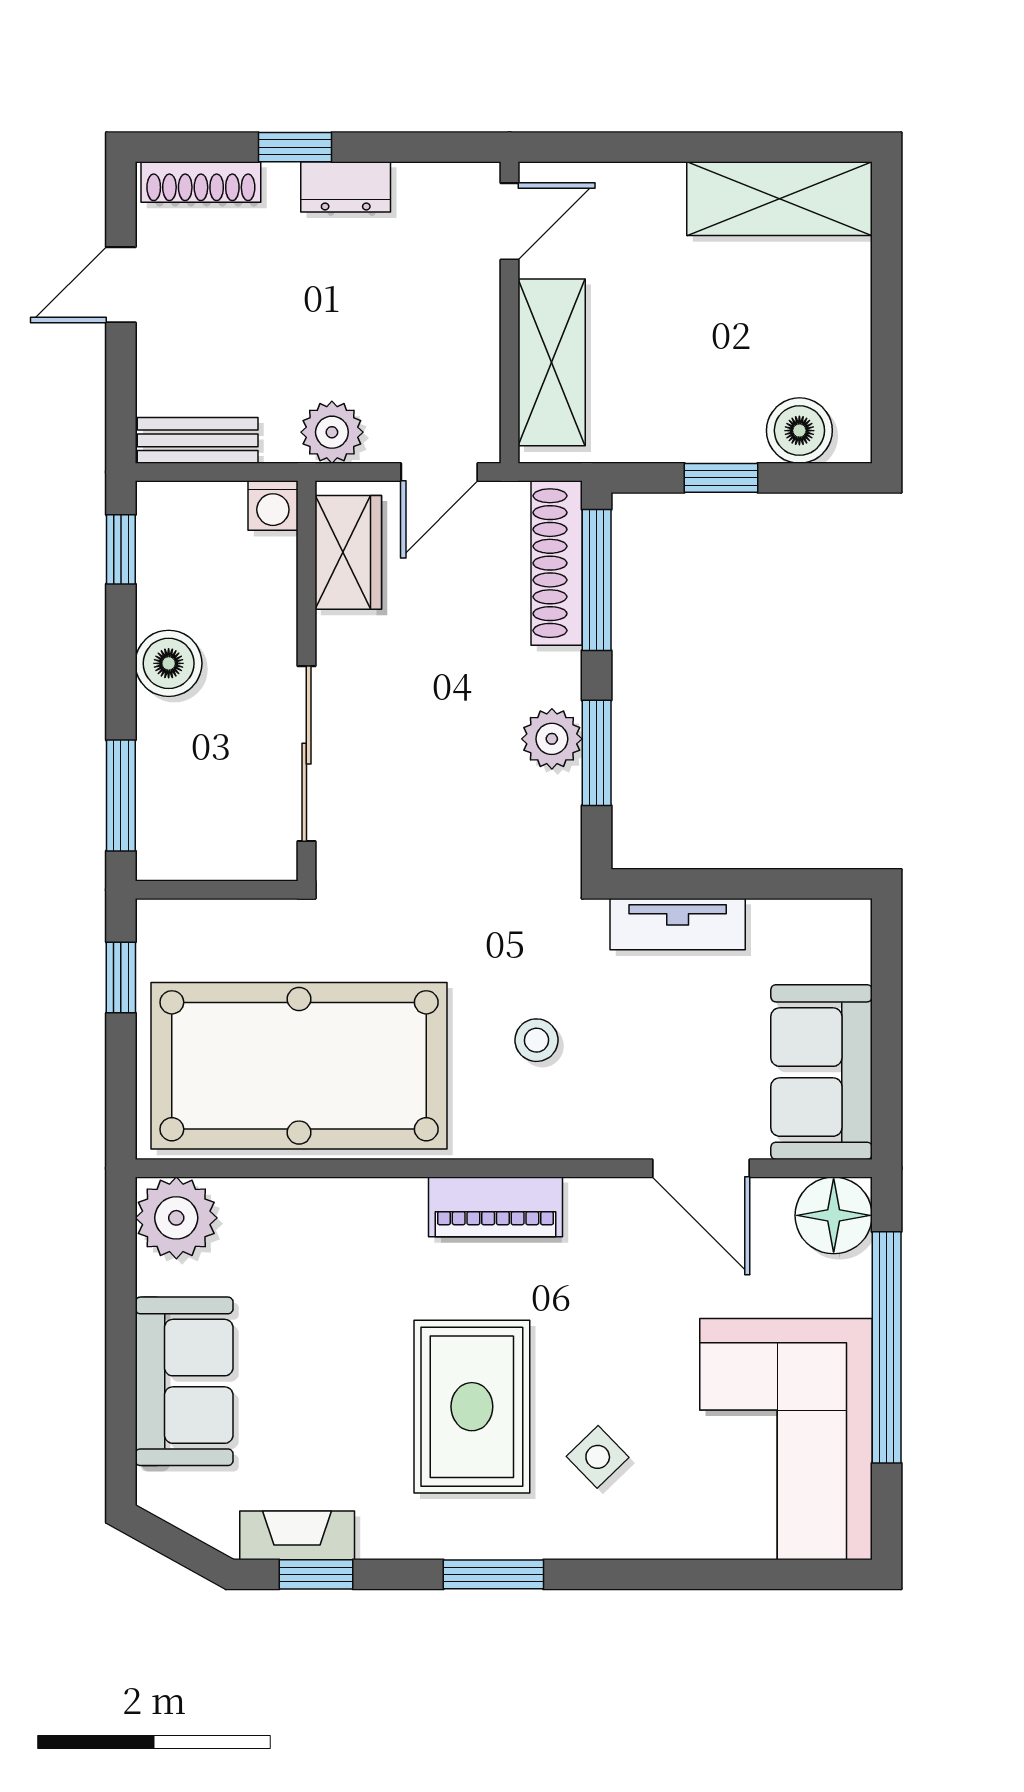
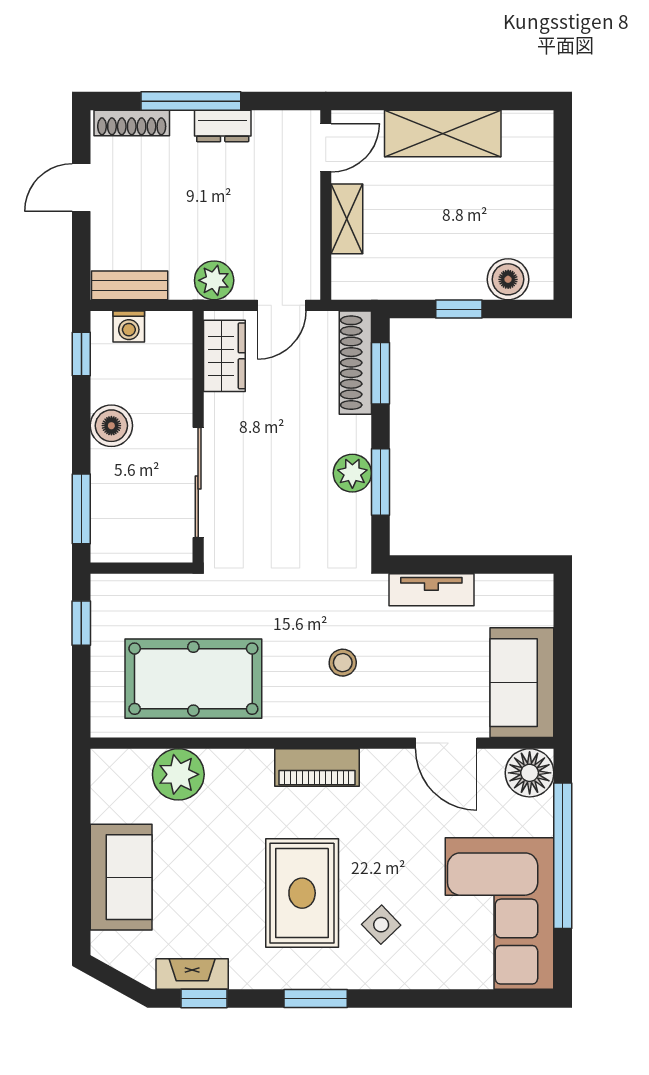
window: (295, 147) -> (191, 101), width x2.17
shelving: (780, 199) -> (443, 134), moved
shelving: (552, 362) -> (347, 219), width x0.67, depth x0.75
washing machine: (273, 506) -> (129, 326), moved
window: (597, 580) -> (380, 373), width x0.69
pool table: (299, 1066) -> (193, 679), width x0.73, depth x0.76
plant: (176, 1218) -> (178, 774), moved

